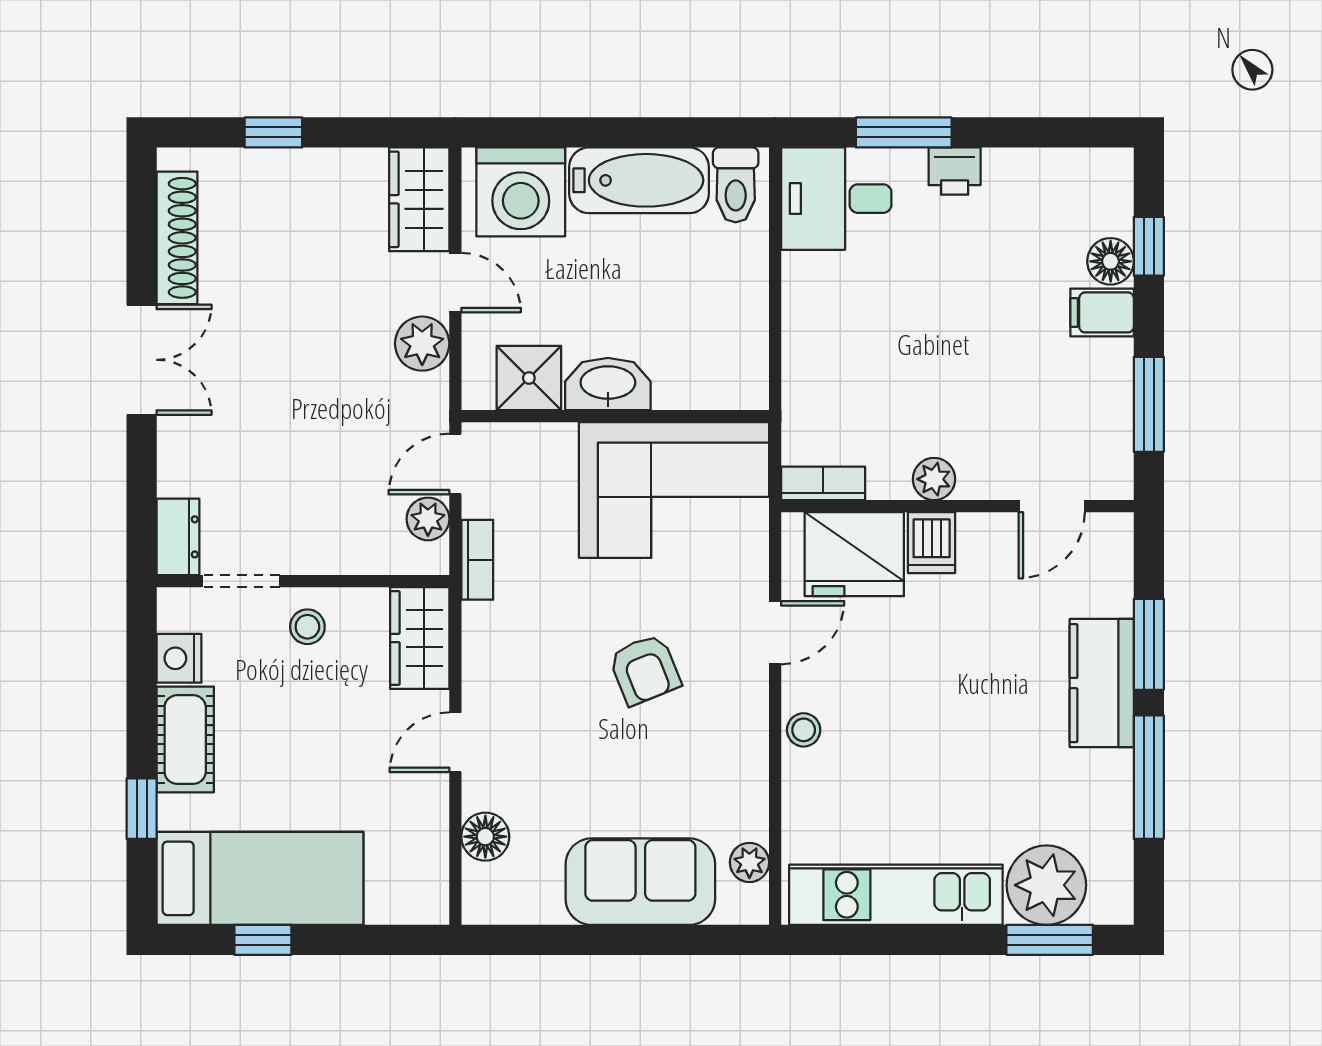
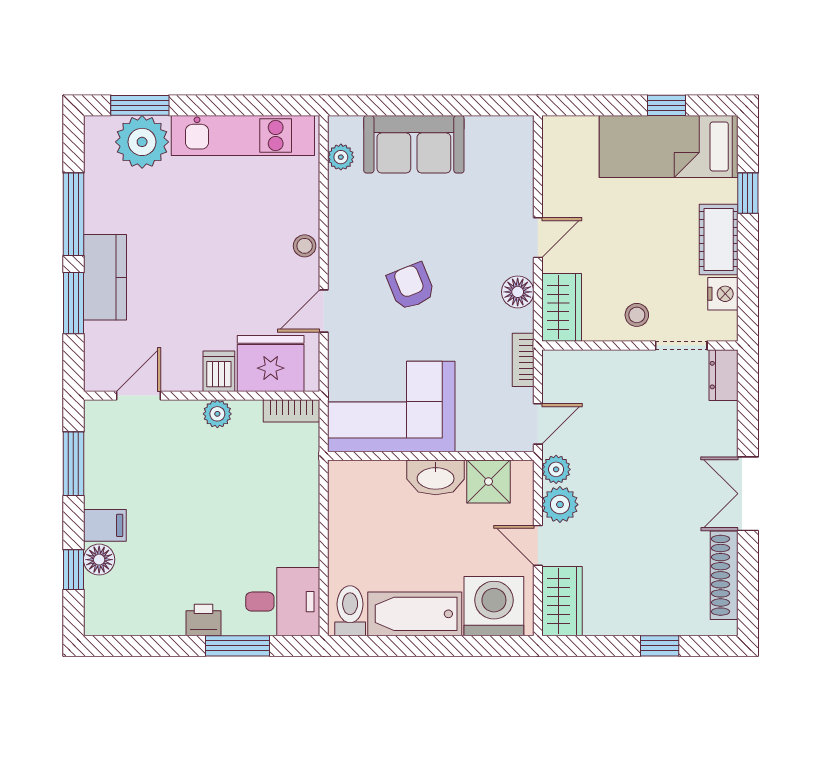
plant: (428, 519) -> (556, 469), moved
floor lamp: (485, 837) -> (518, 292), moved

